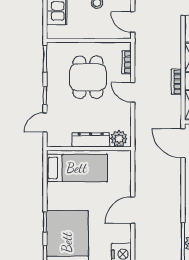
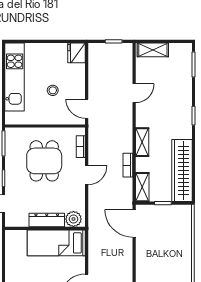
door: (133, 92) -> (87, 175), swing flipped
bed: (77, 168) -> (56, 243), moved, turned 180

